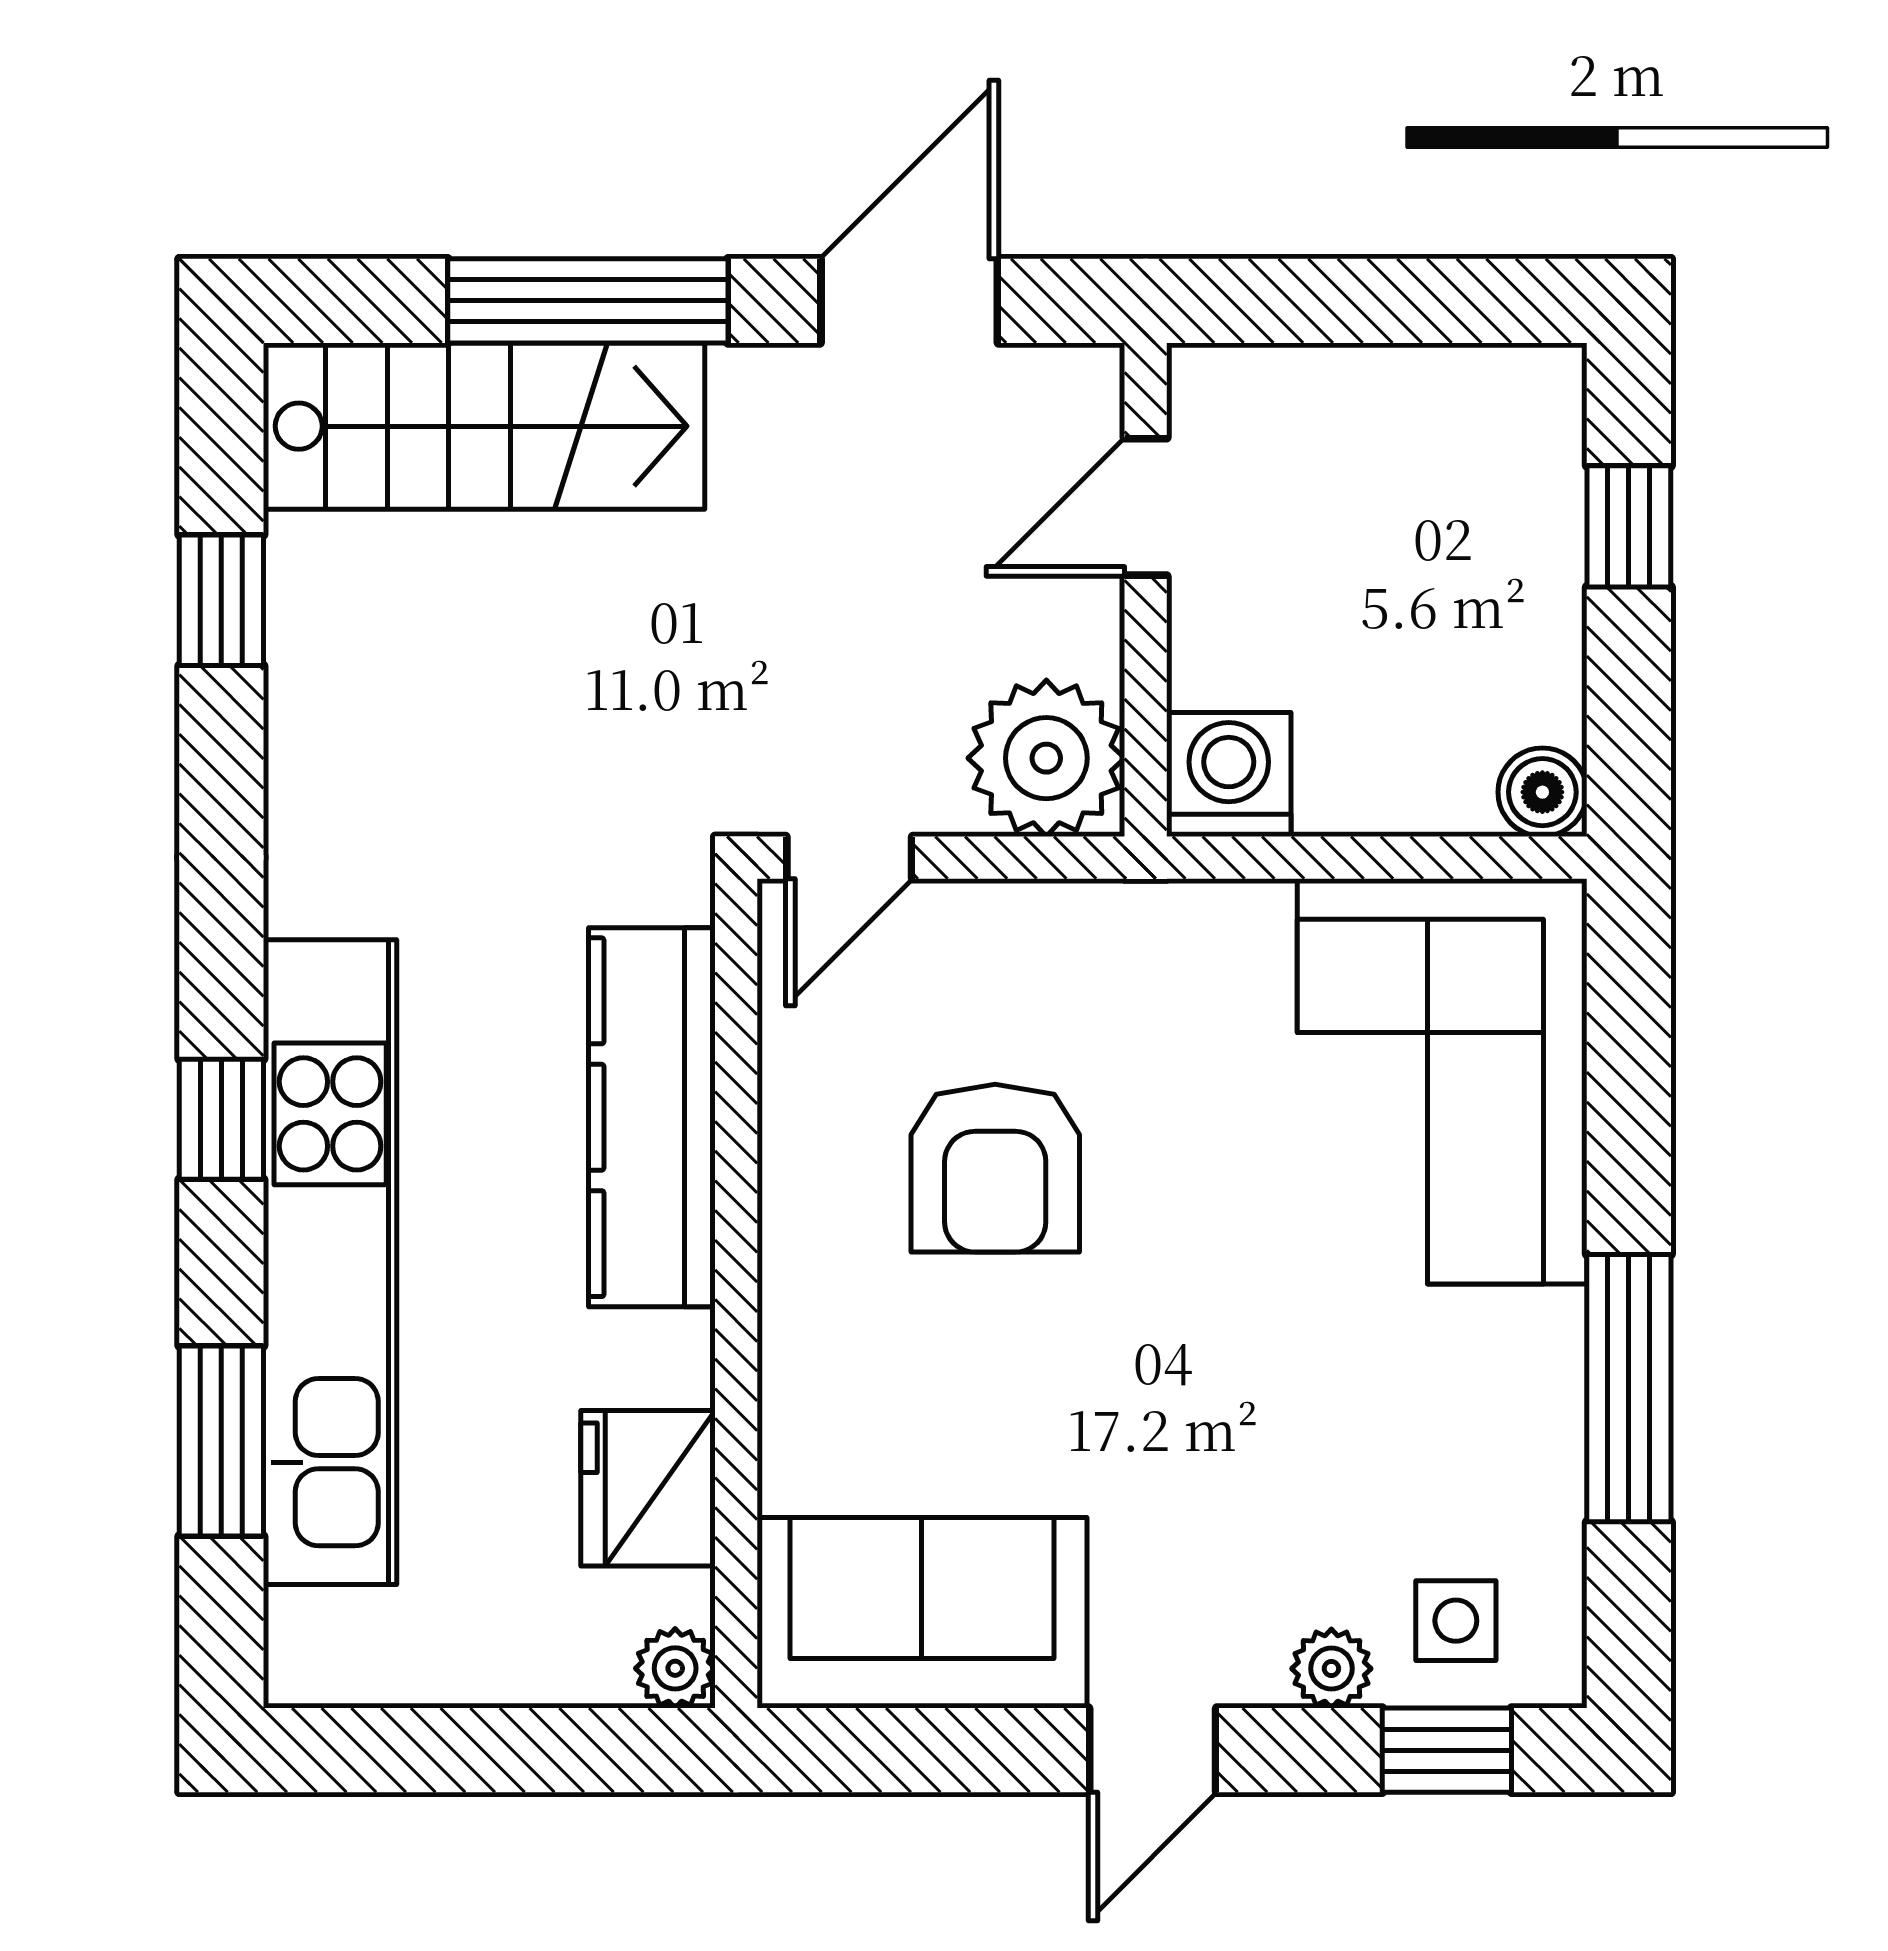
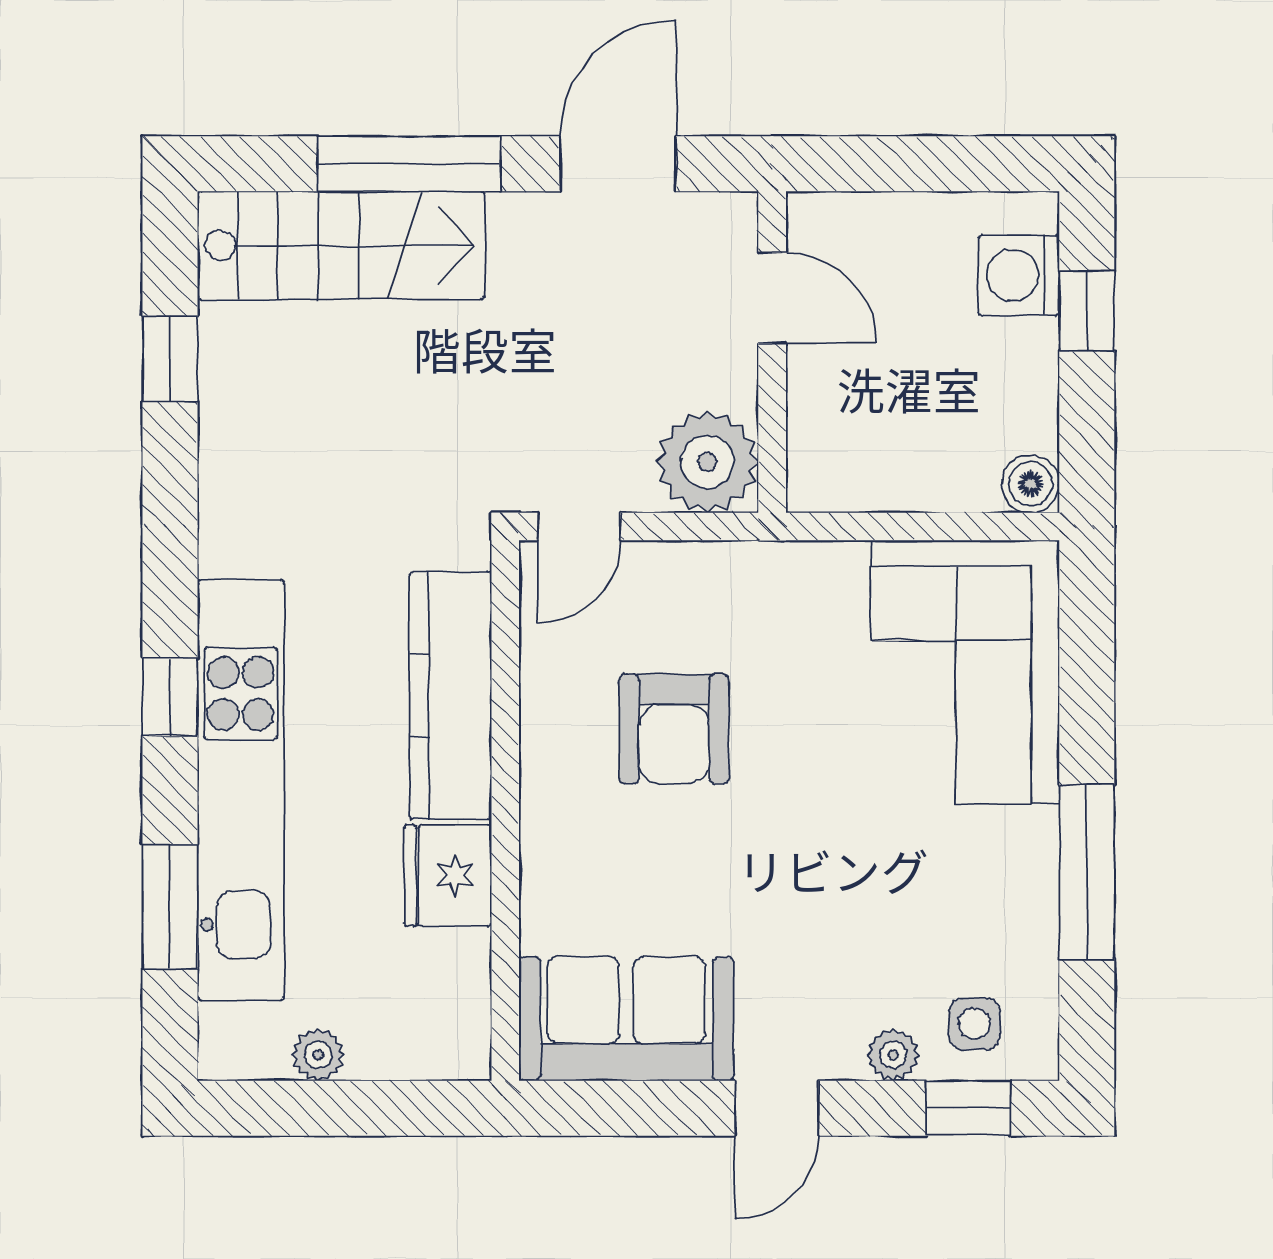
door: (1146, 507) -> (772, 298), swing flipped
washing machine: (1229, 774) -> (1019, 275), moved, turned -90
fridge: (648, 1488) -> (448, 875), moved
plant: (675, 1668) -> (318, 1055), moved

